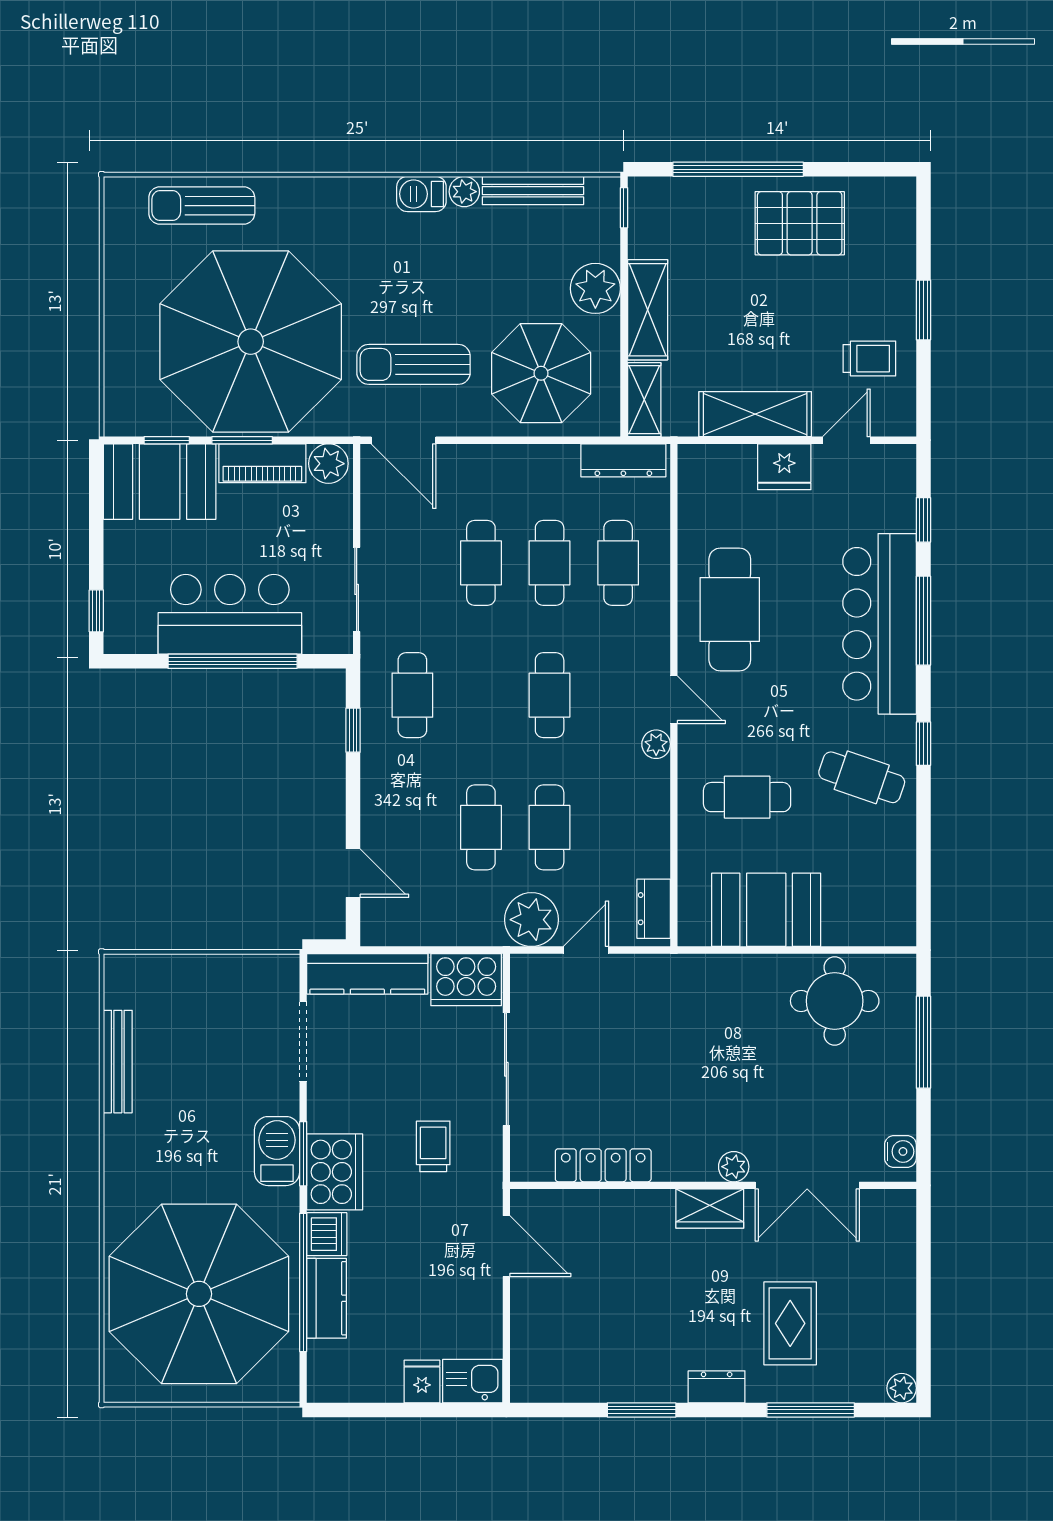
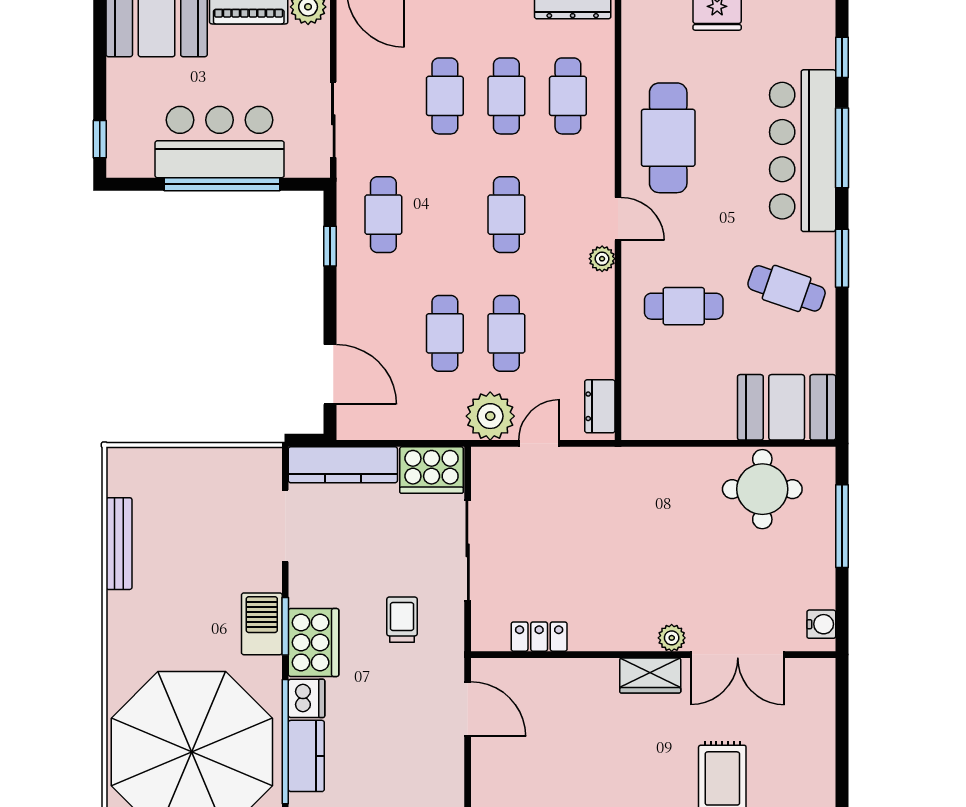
window: (923, 744) -> (842, 258), width x1.50
door: (353, 873) -> (330, 374), width x1.38
booth: (766, 910) -> (787, 407), moved
locker: (603, 1165) -> (539, 637), width x0.66

